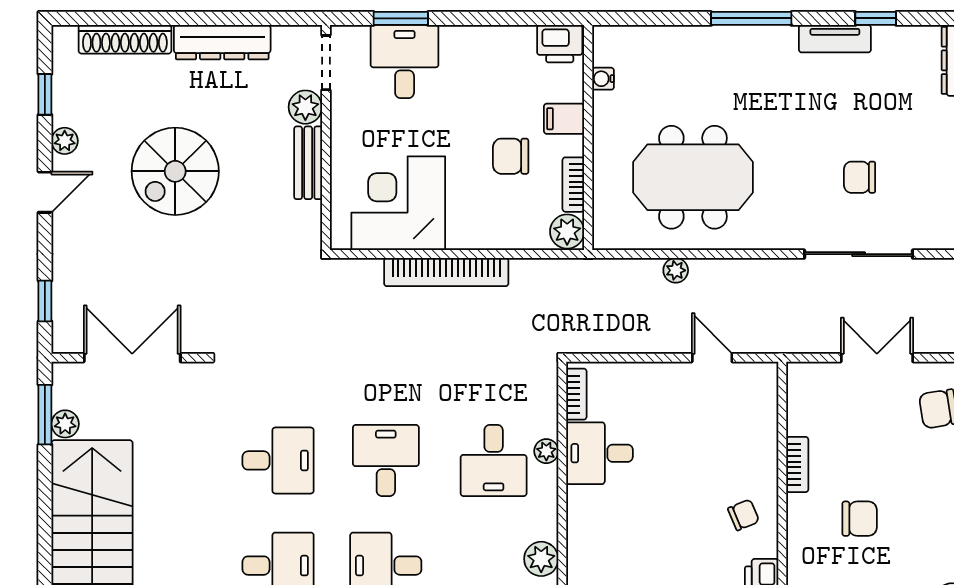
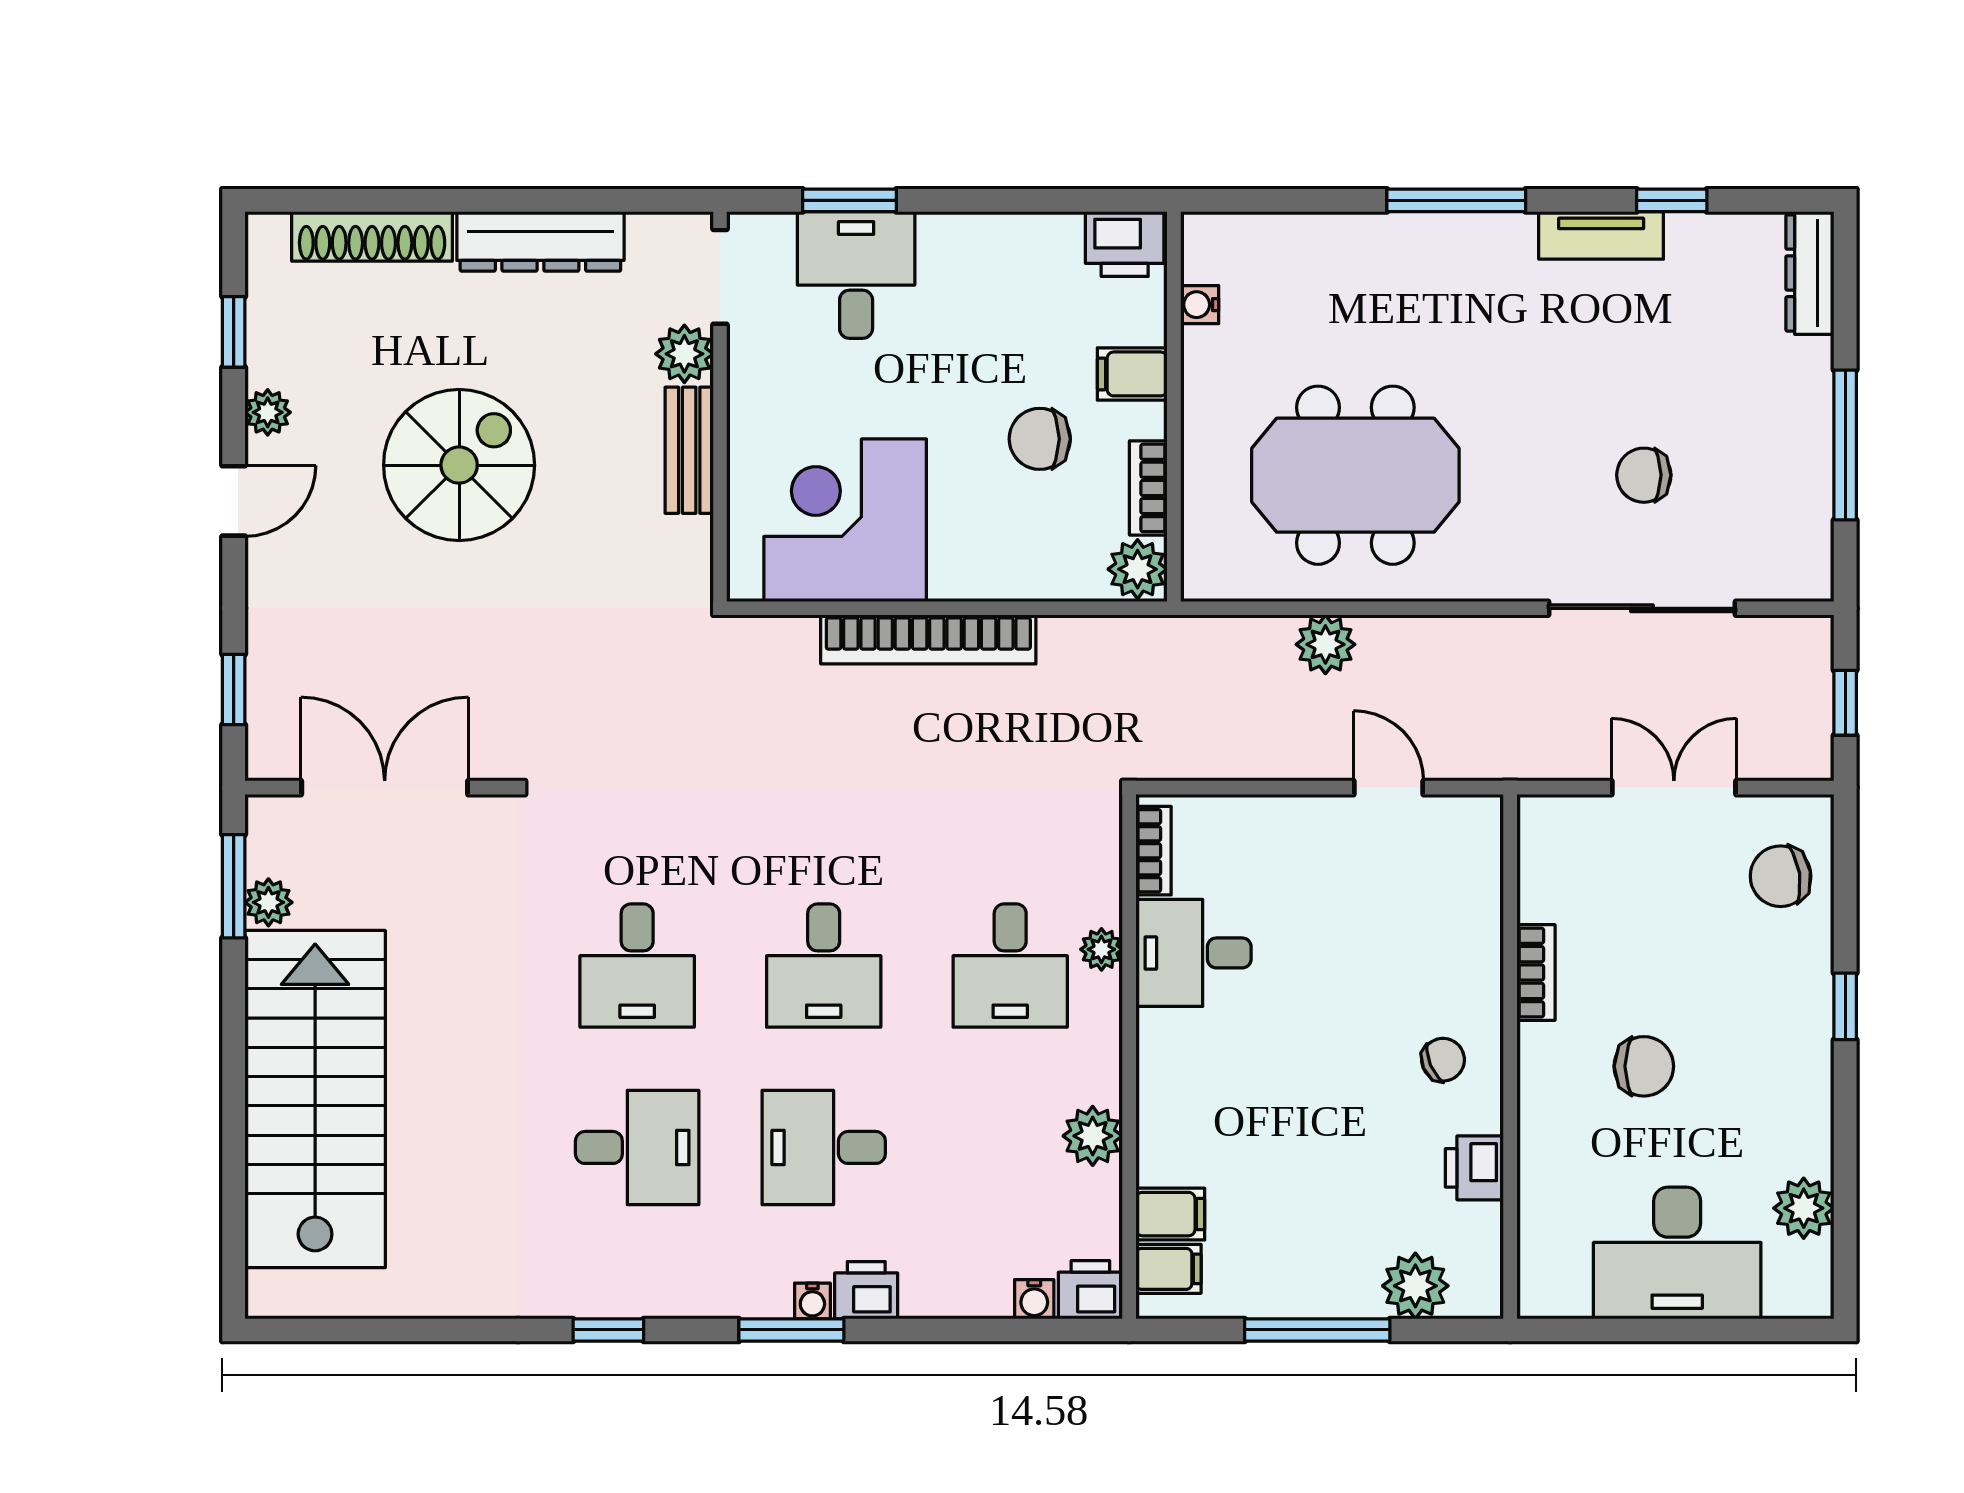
spiral stairs: (175, 171) -> (459, 465), turned 180
plant: (676, 270) -> (1325, 644), width x1.38, depth x1.38
desk: (278, 460) -> (637, 966), turned 90
desk: (386, 460) -> (824, 966), turned 180

